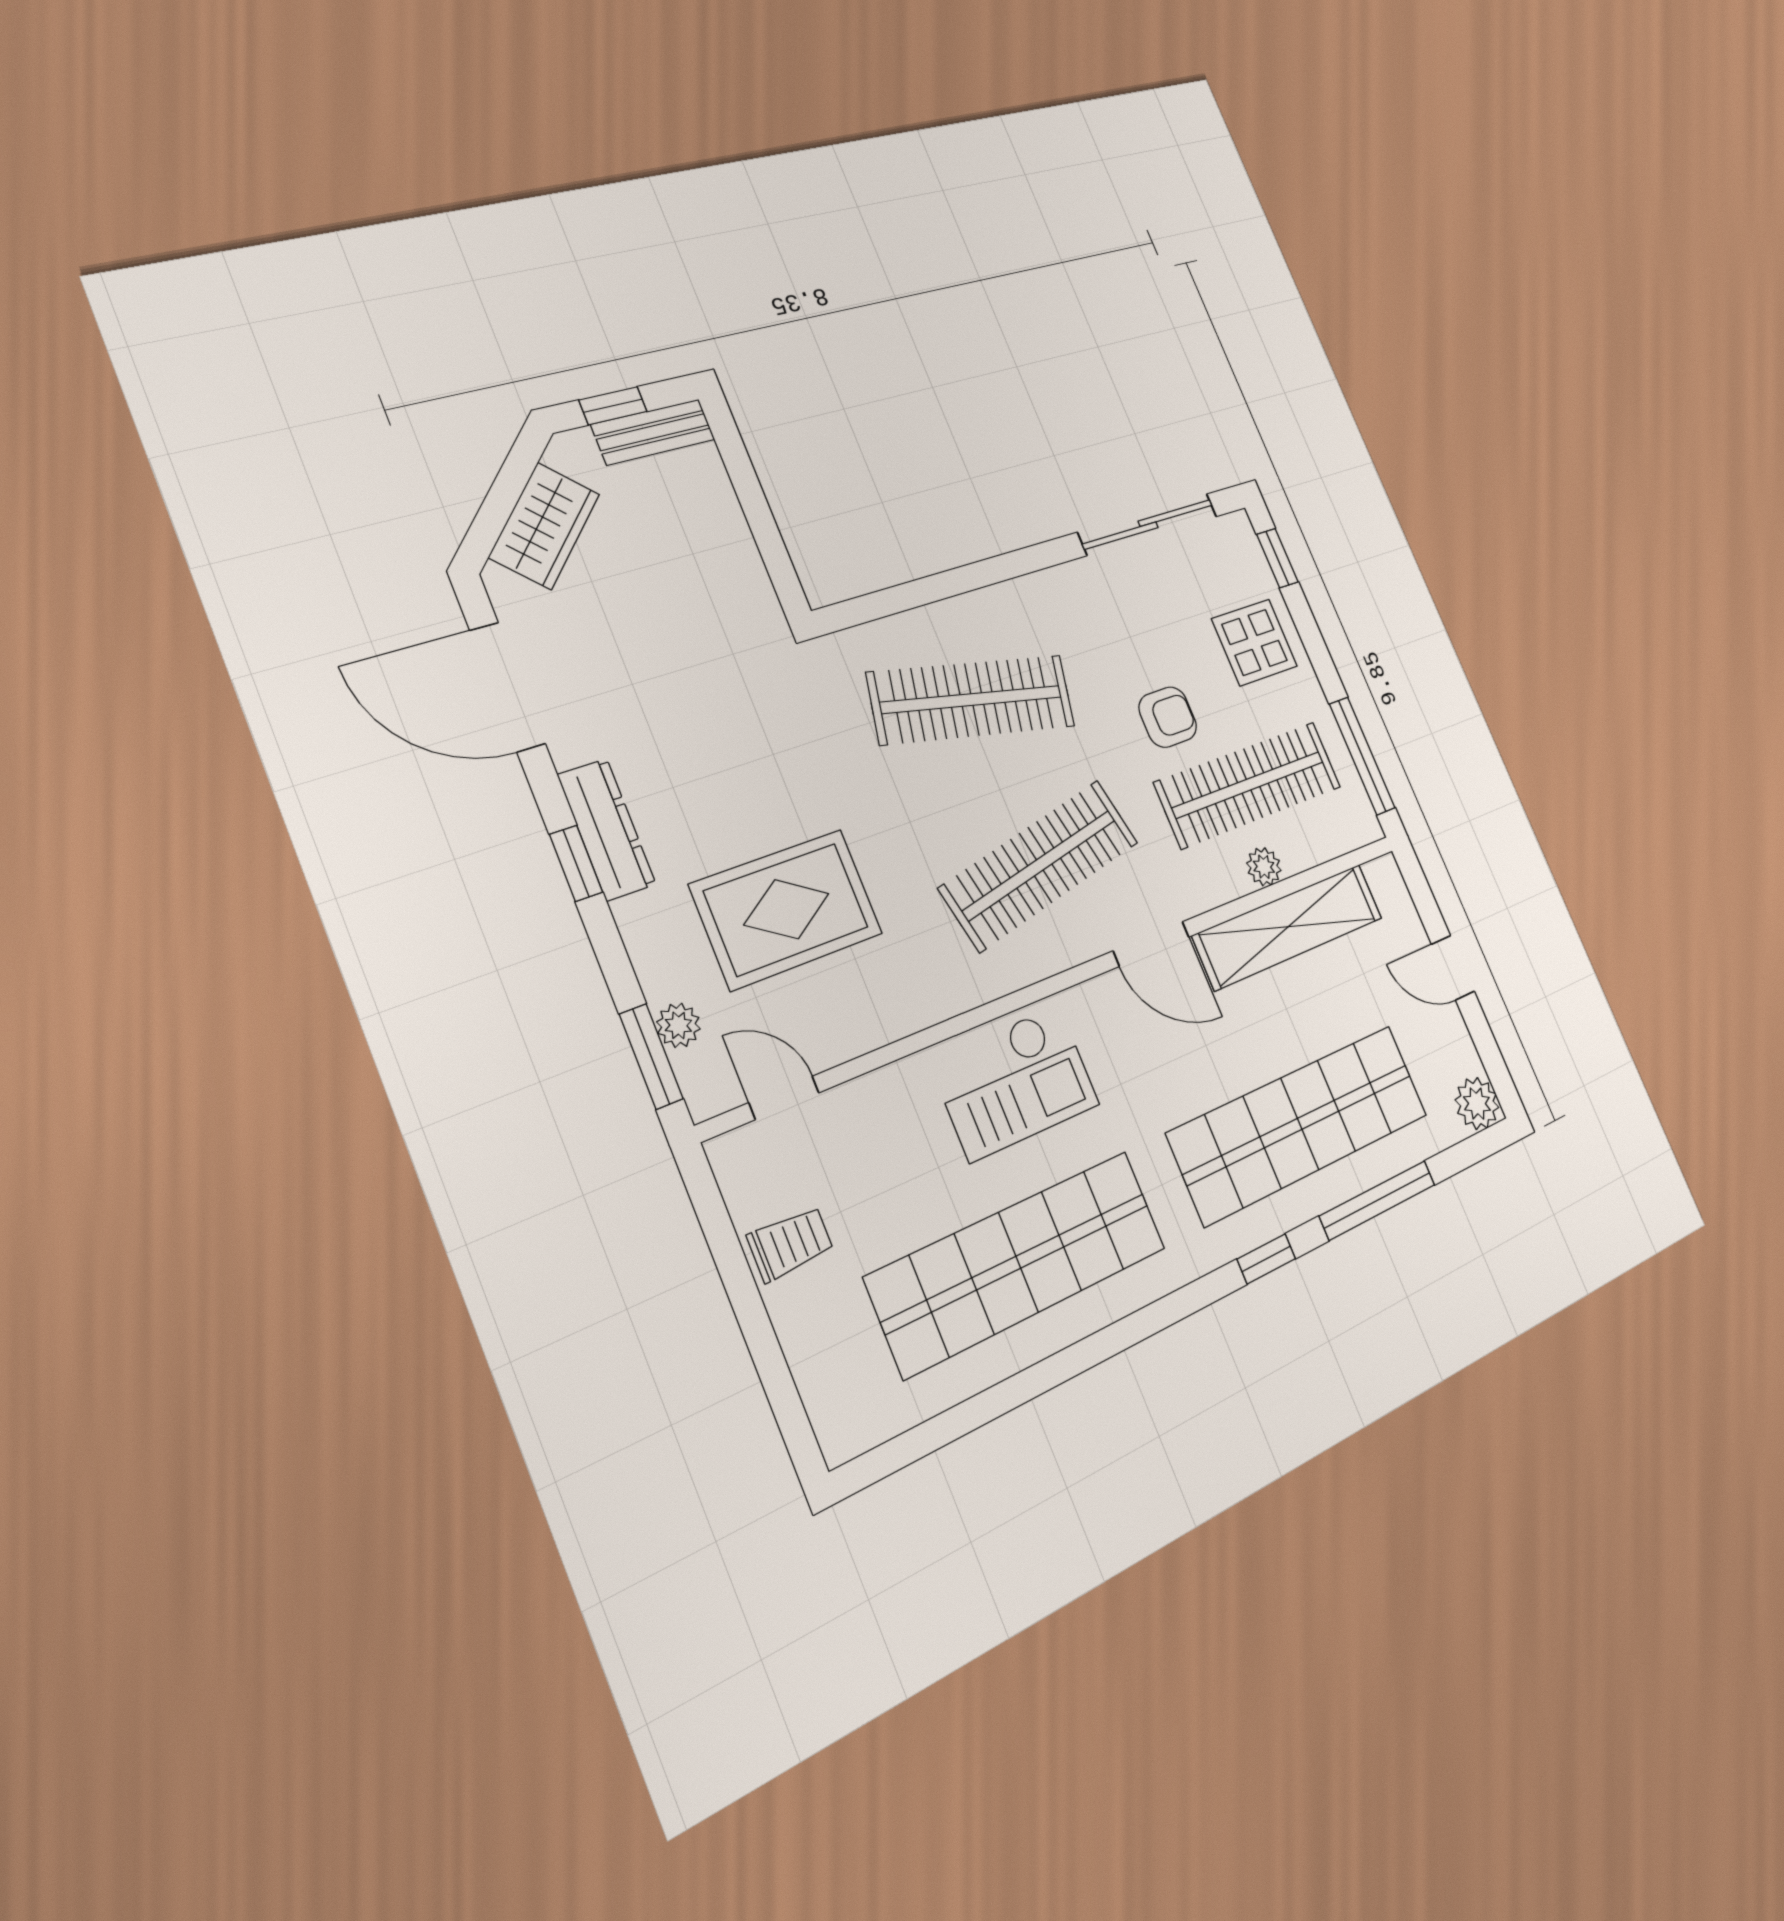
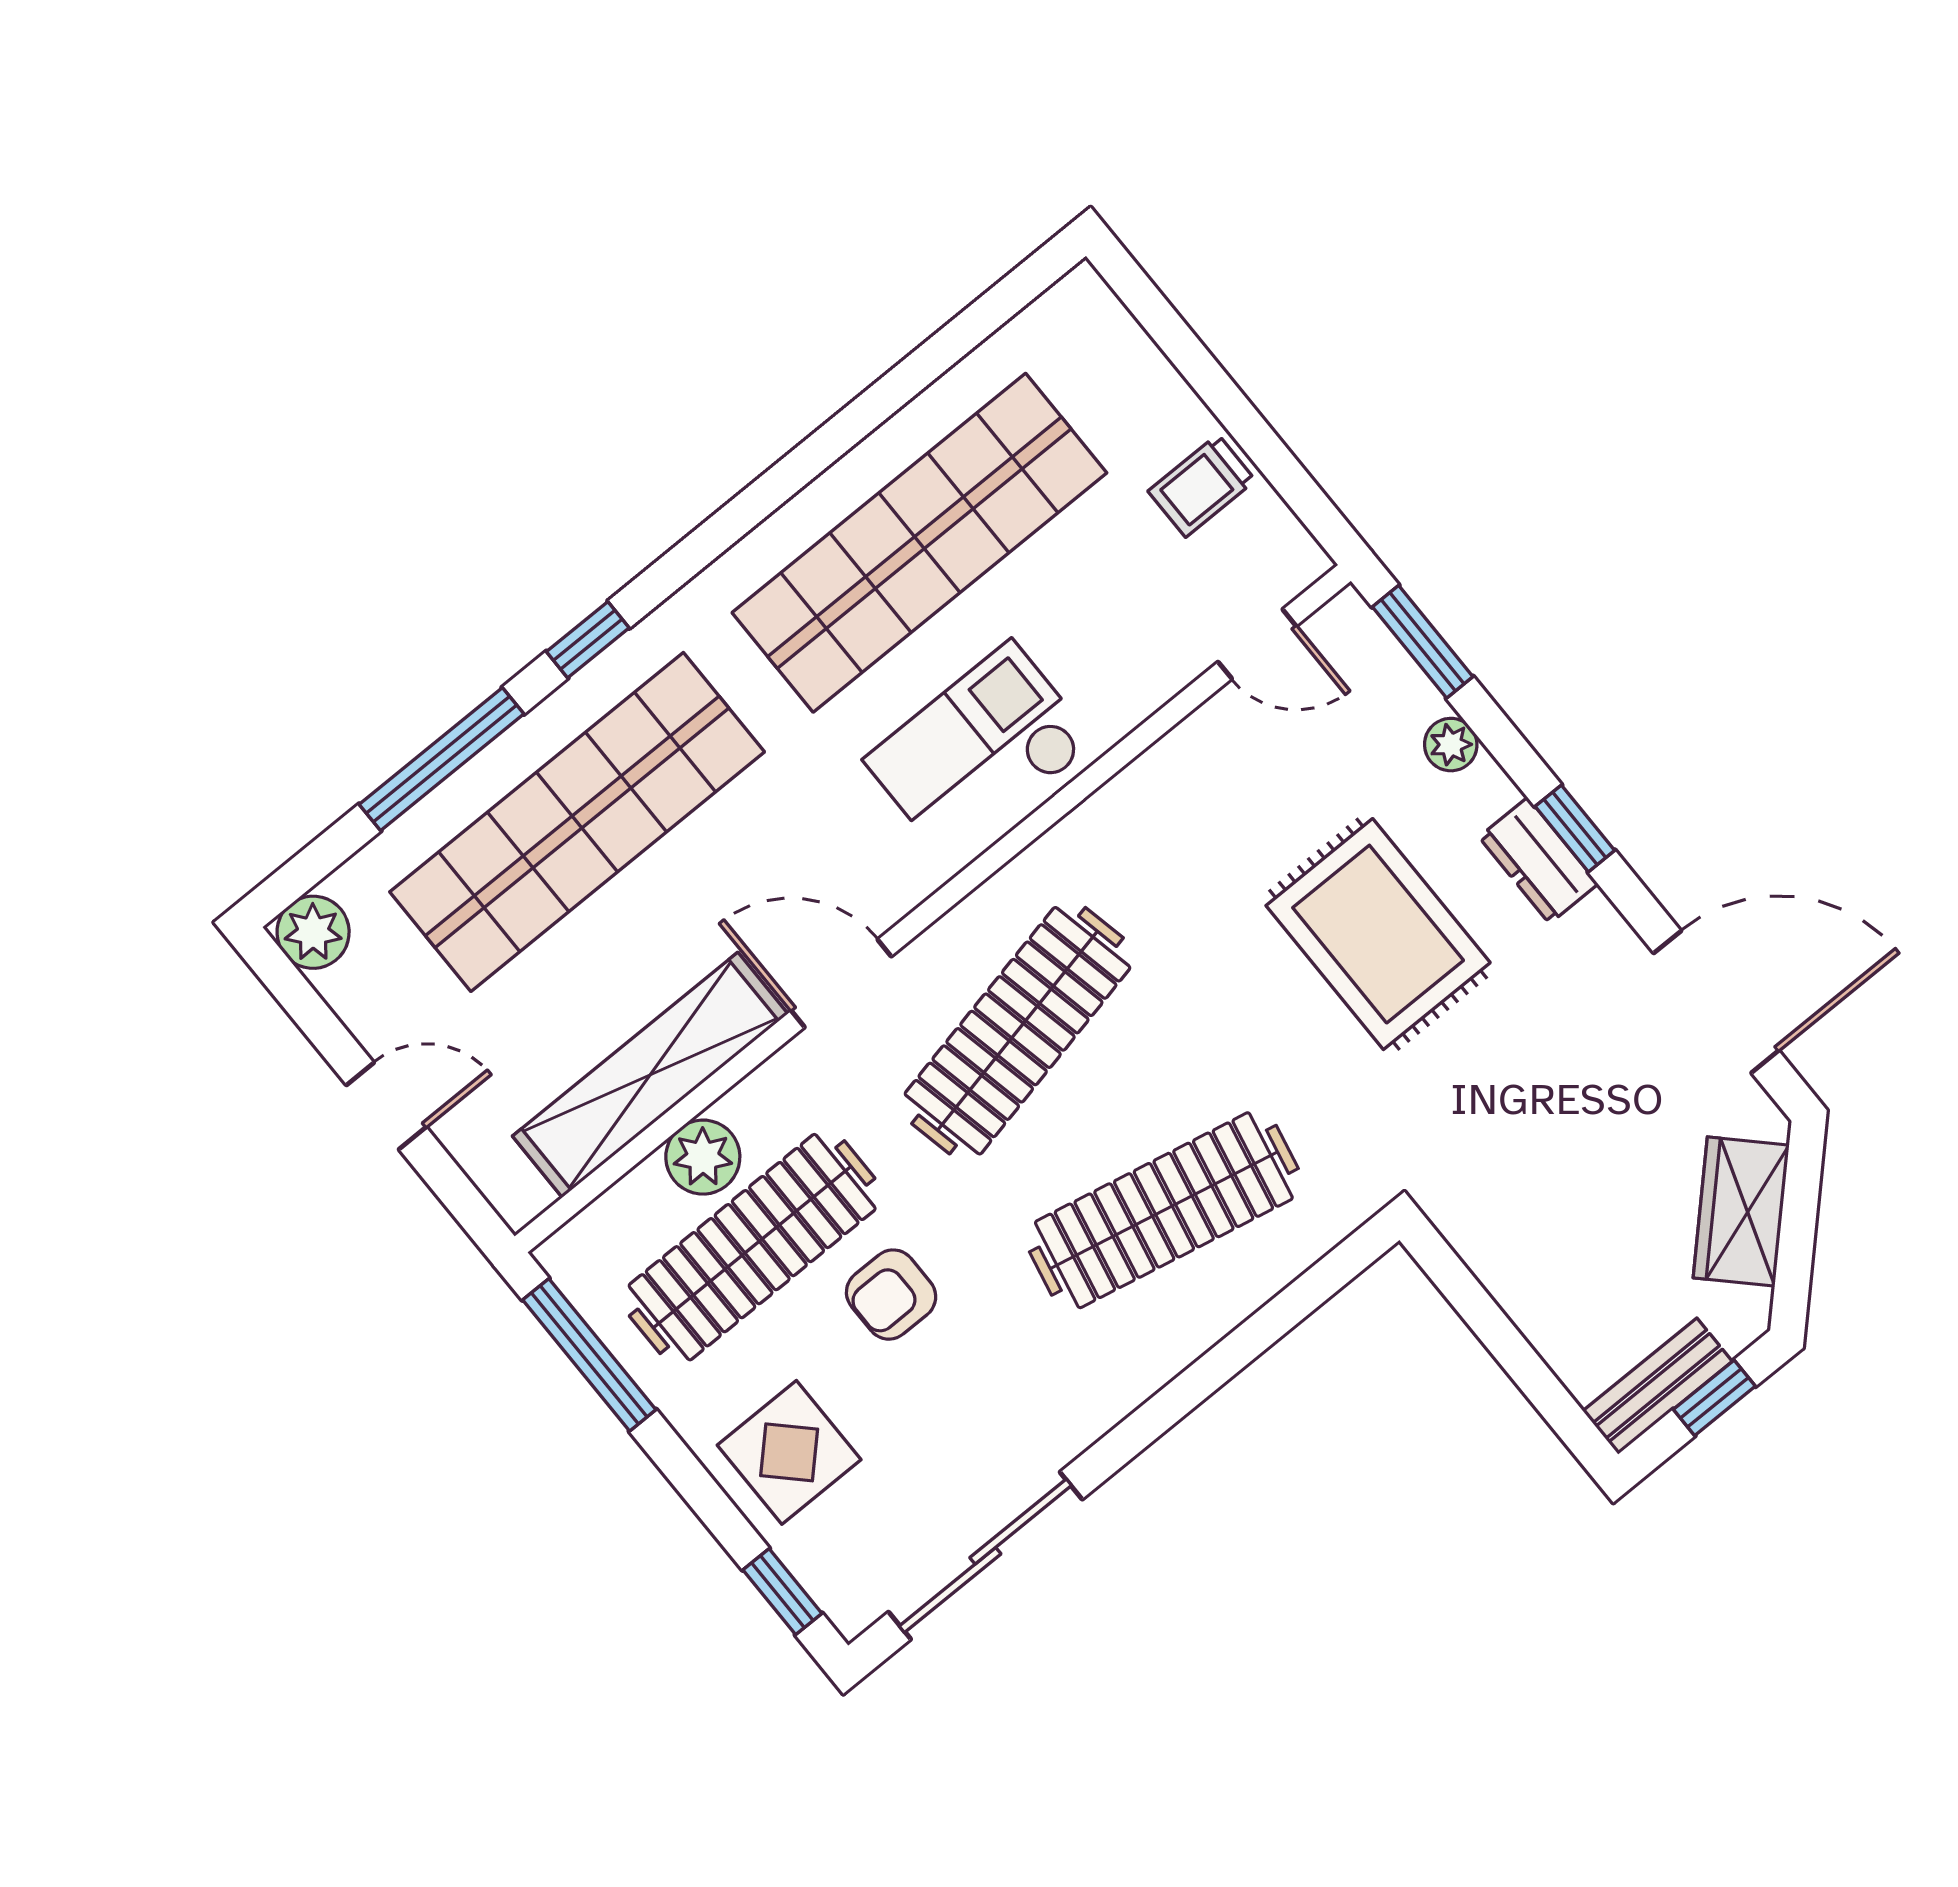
dresser: (607, 829) -> (1538, 860), width x0.70
plant: (1264, 867) -> (703, 1157), width x1.38, depth x1.38
rug: (787, 909) -> (1378, 934), moved, turned 90
plant: (678, 1025) -> (1451, 745), moved

